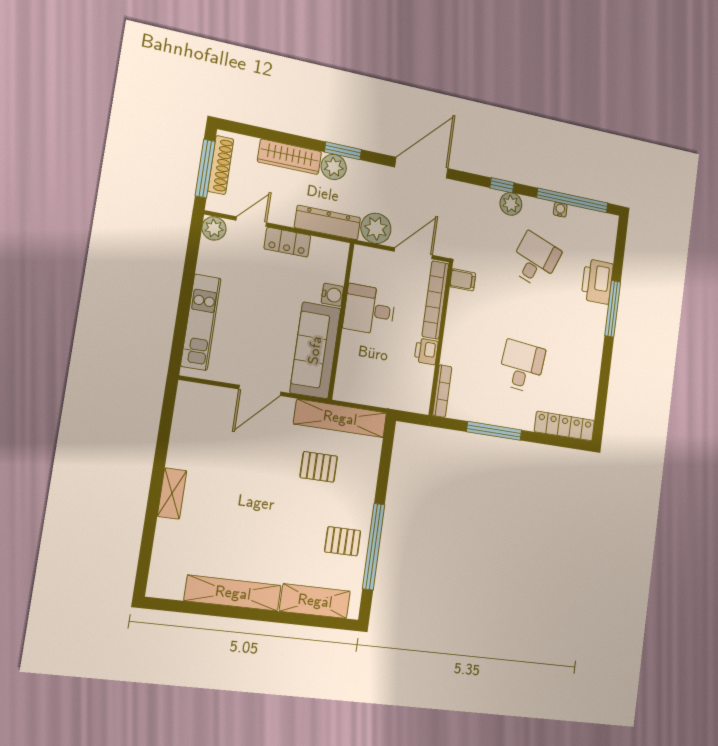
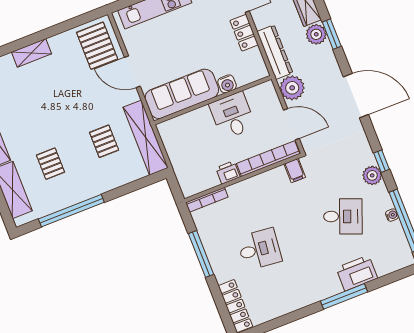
pallet: (207, 413) -> (97, 46), added
pallet: (343, 541) -> (50, 164), moved

